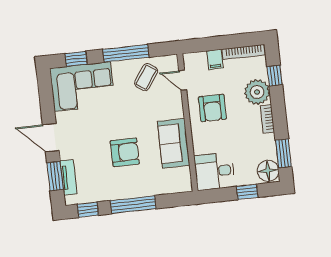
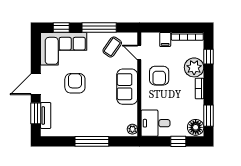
door: (51, 138) -> (36, 84), hinge flipped
sofa: (174, 143) -> (127, 87), moved
armchair: (125, 152) -> (75, 83), moved, turned -90
plant: (185, 183) -> (132, 129), added
window: (88, 210) -> (57, 141), removed

